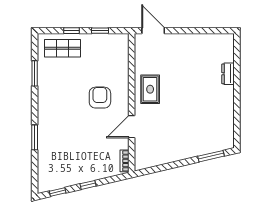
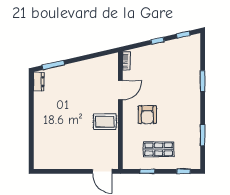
window: (71, 31) -> (183, 171), moved
shop shelf: (62, 48) -> (159, 149), moved
dresser: (228, 74) -> (39, 82), moved
rug: (150, 89) -> (105, 122), turned 90

